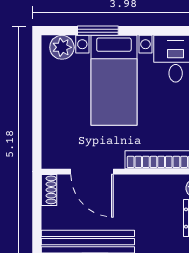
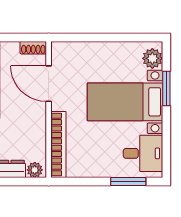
door: (92, 172) -> (49, 84), hinge flipped

